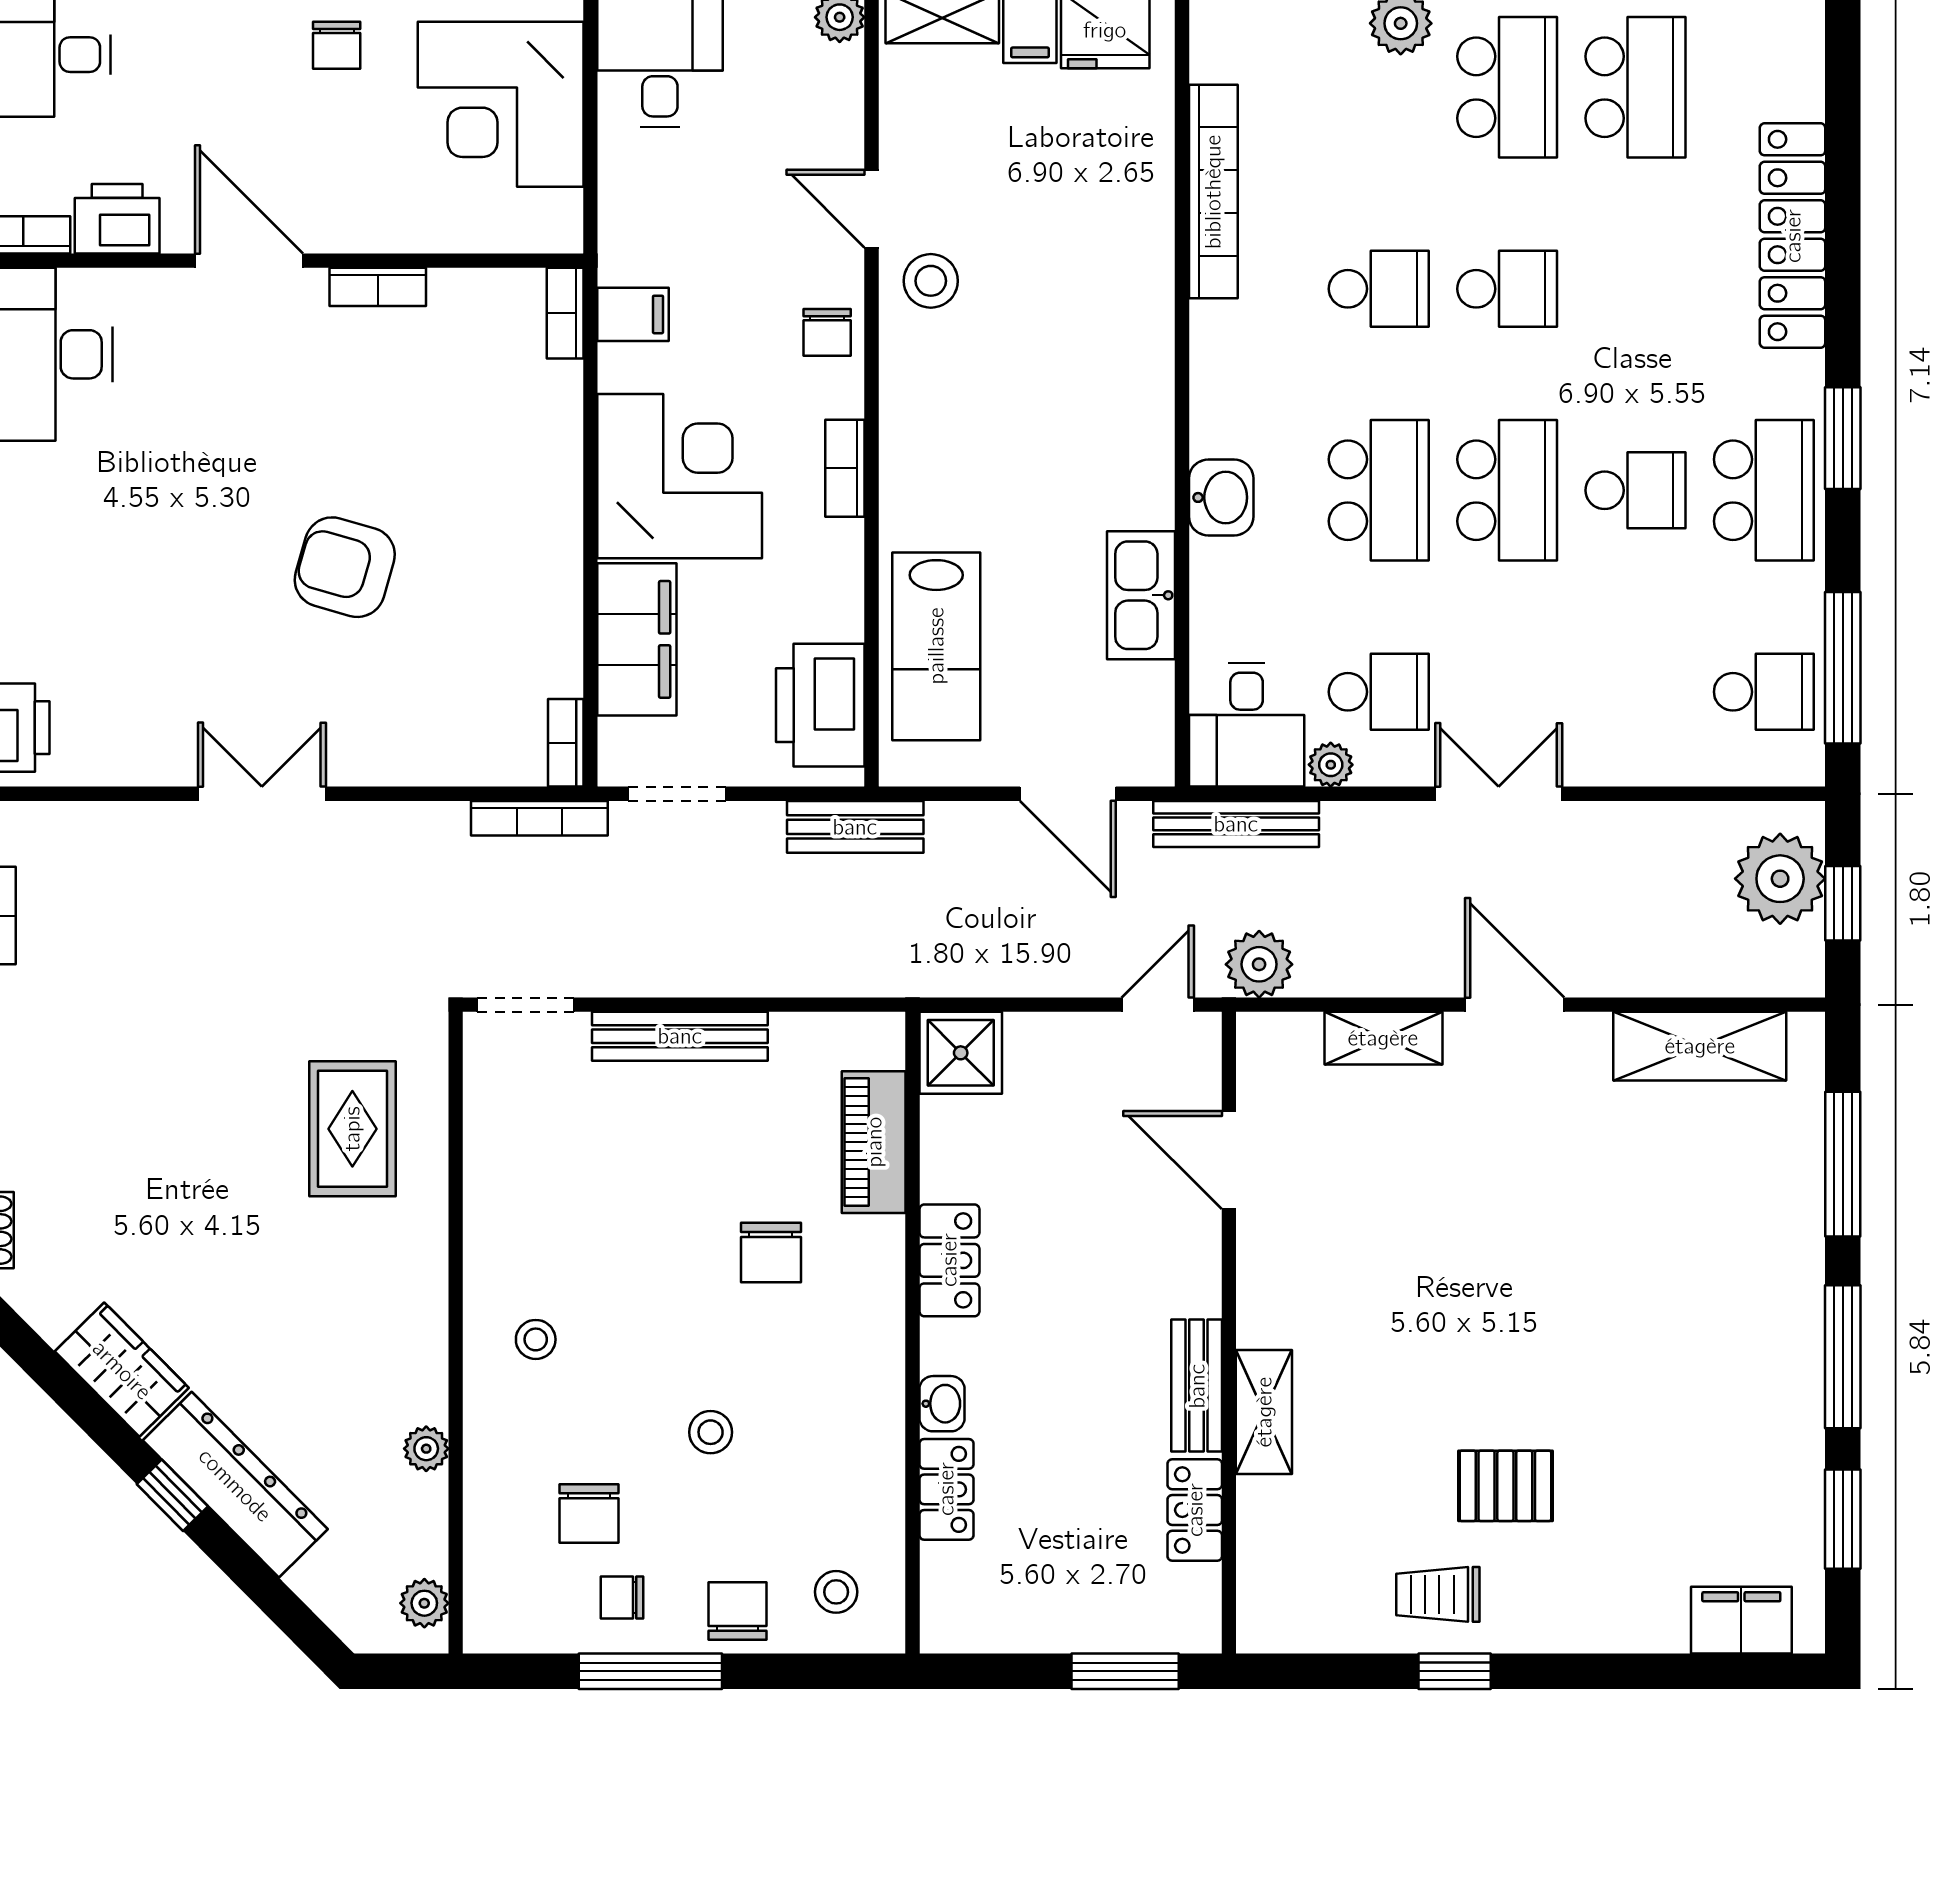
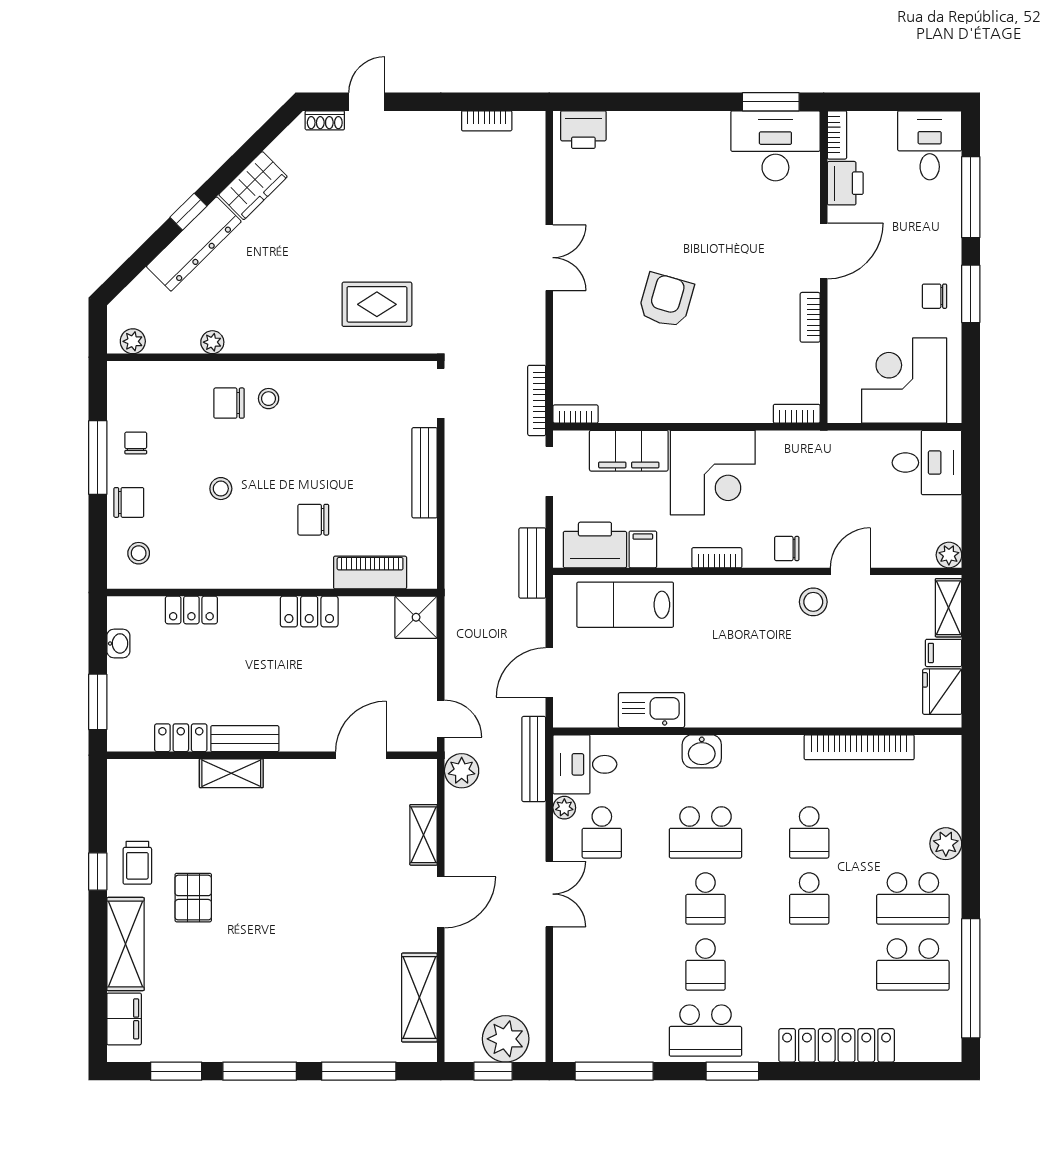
filing cabinet: (633, 314) -> (643, 549), moved, turned 180
school desk: (1507, 490) -> (705, 898), width x0.54
school desk: (1764, 692) -> (602, 1031), removed
washbasin: (942, 1404) -> (118, 643), moved, turned -90
chair: (589, 1513) -> (229, 403), moved
trolley: (1438, 1594) -> (137, 863), turned 180
shelving: (1596, 1618) -> (125, 944), added

